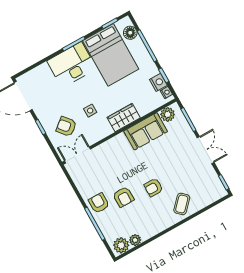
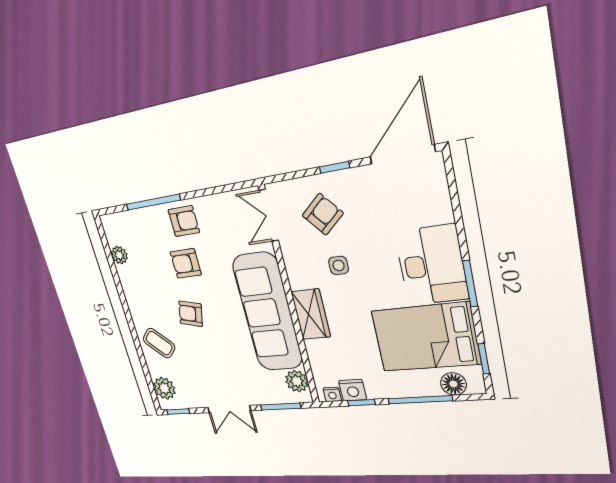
sofa: (146, 131) -> (268, 312), width x1.85, depth x1.27
double door: (78, 155) -> (269, 215), swing flipped
armchair: (153, 188) -> (191, 314), turned -76
plant: (121, 245) -> (164, 388), moved

